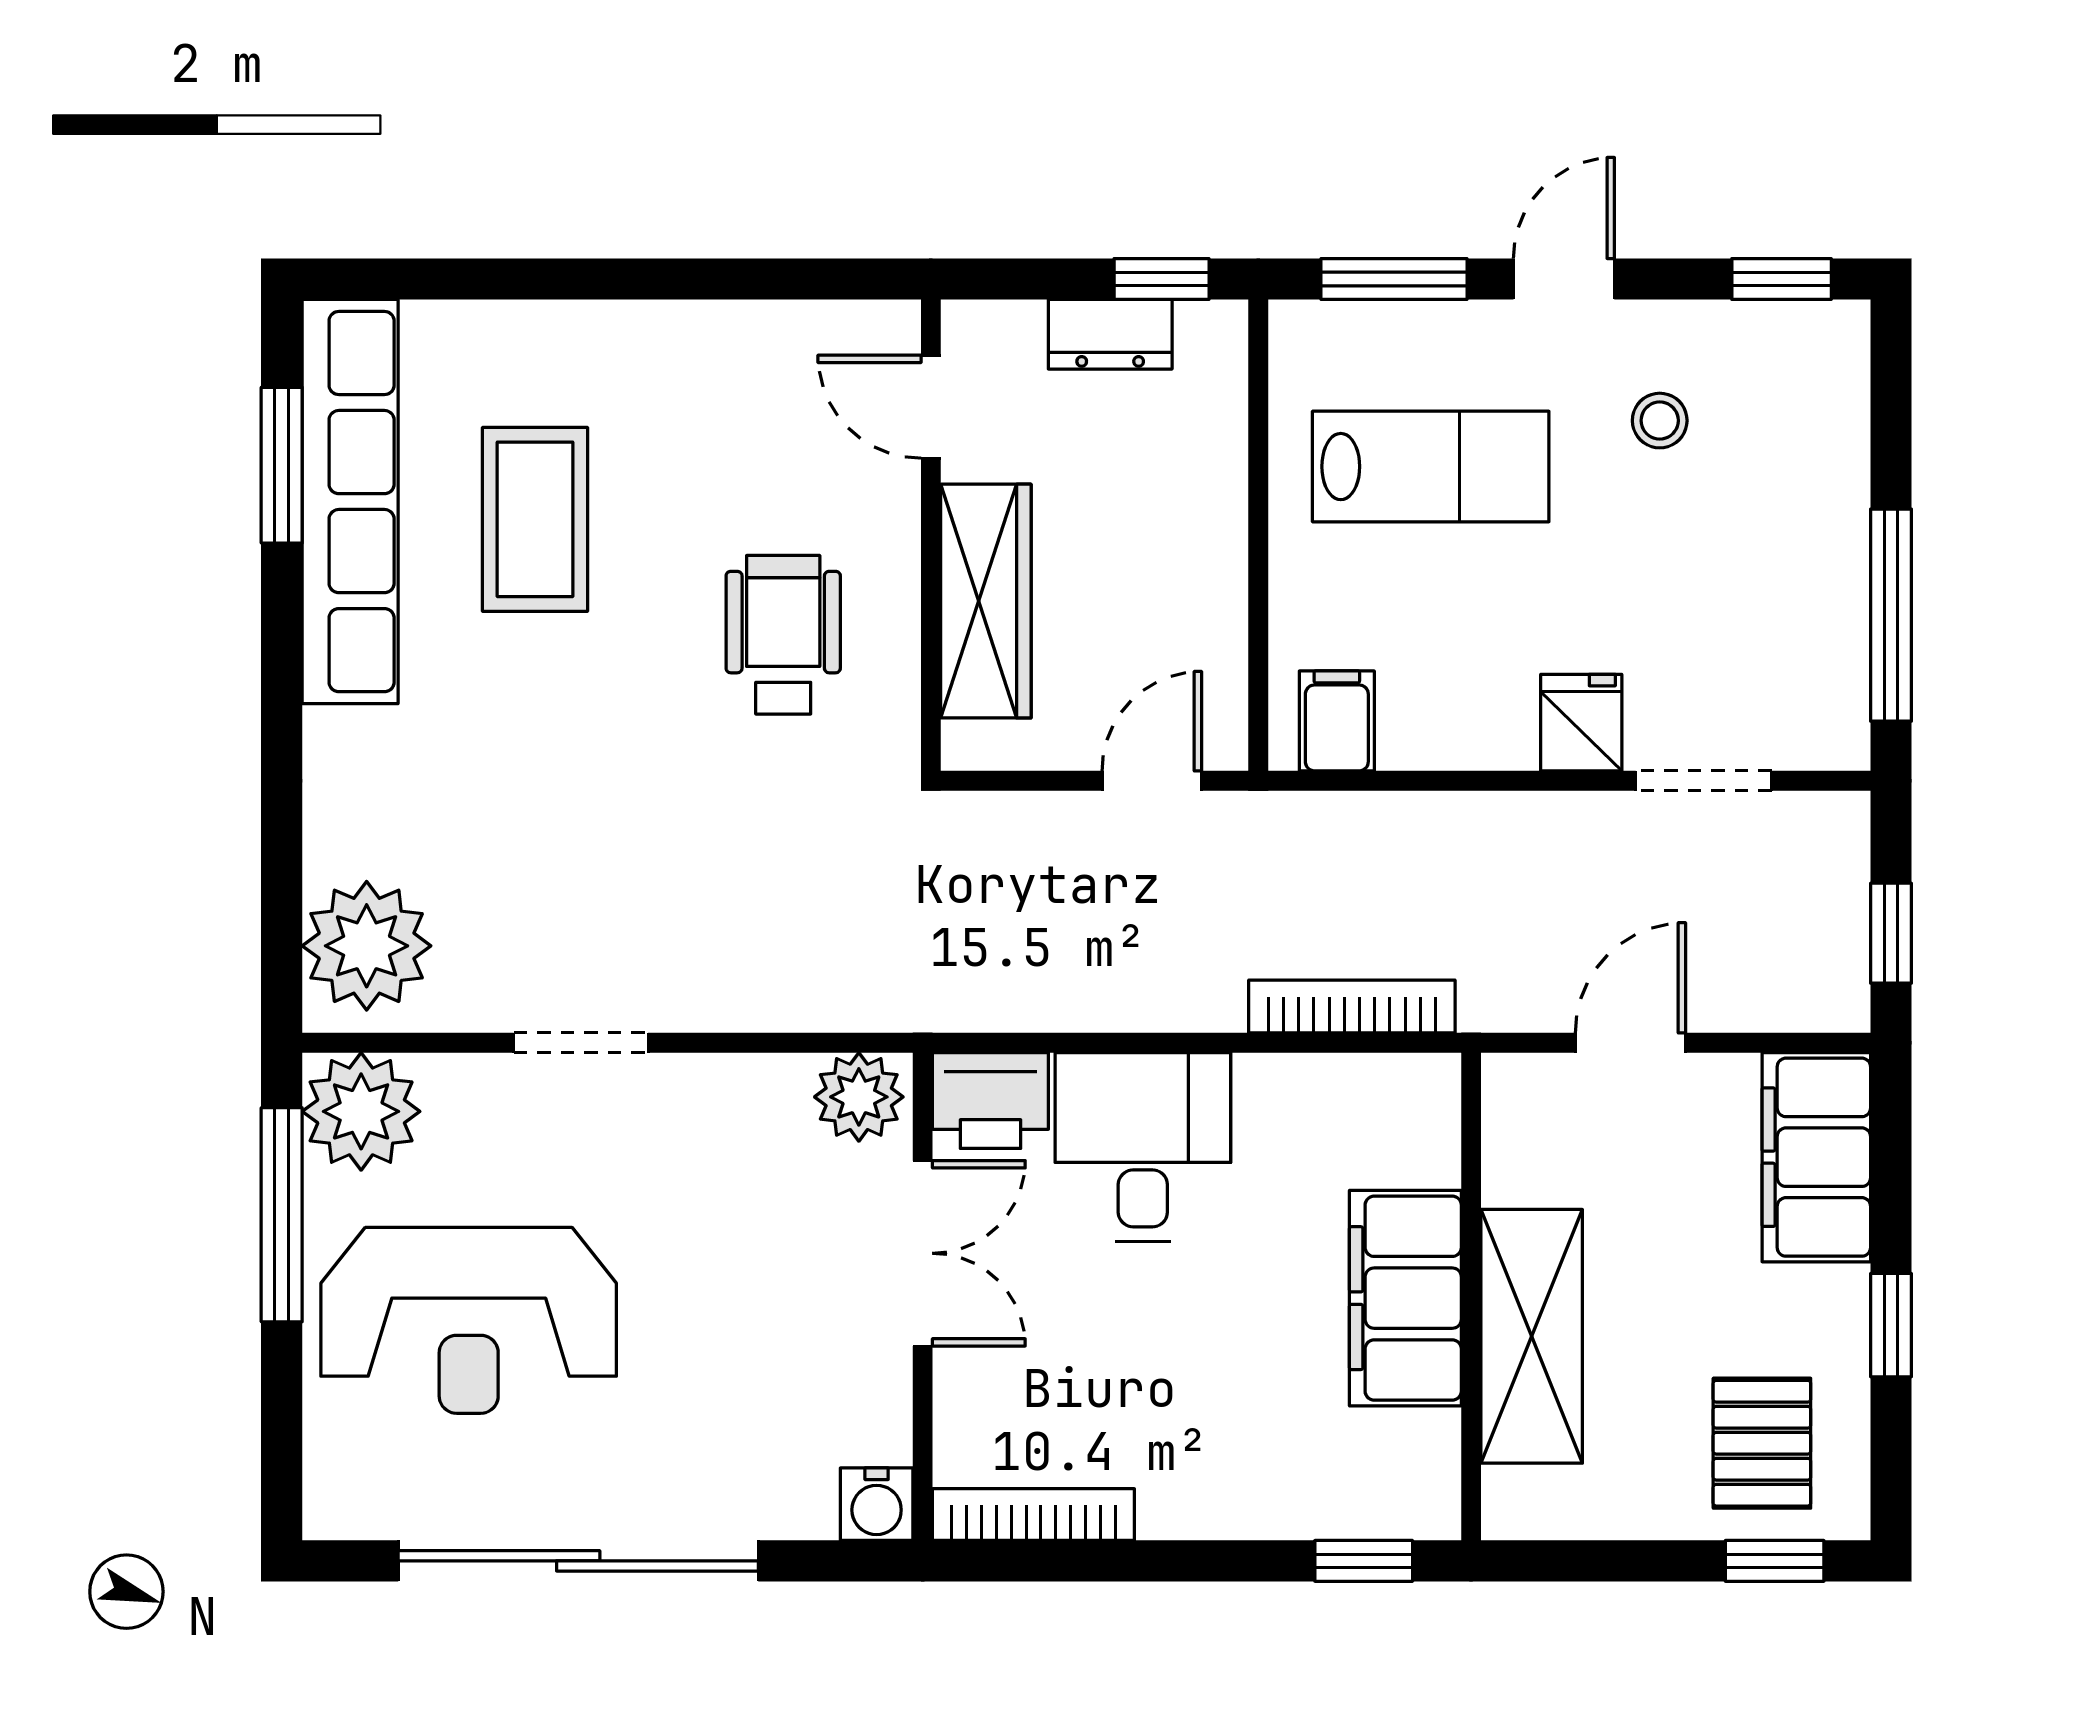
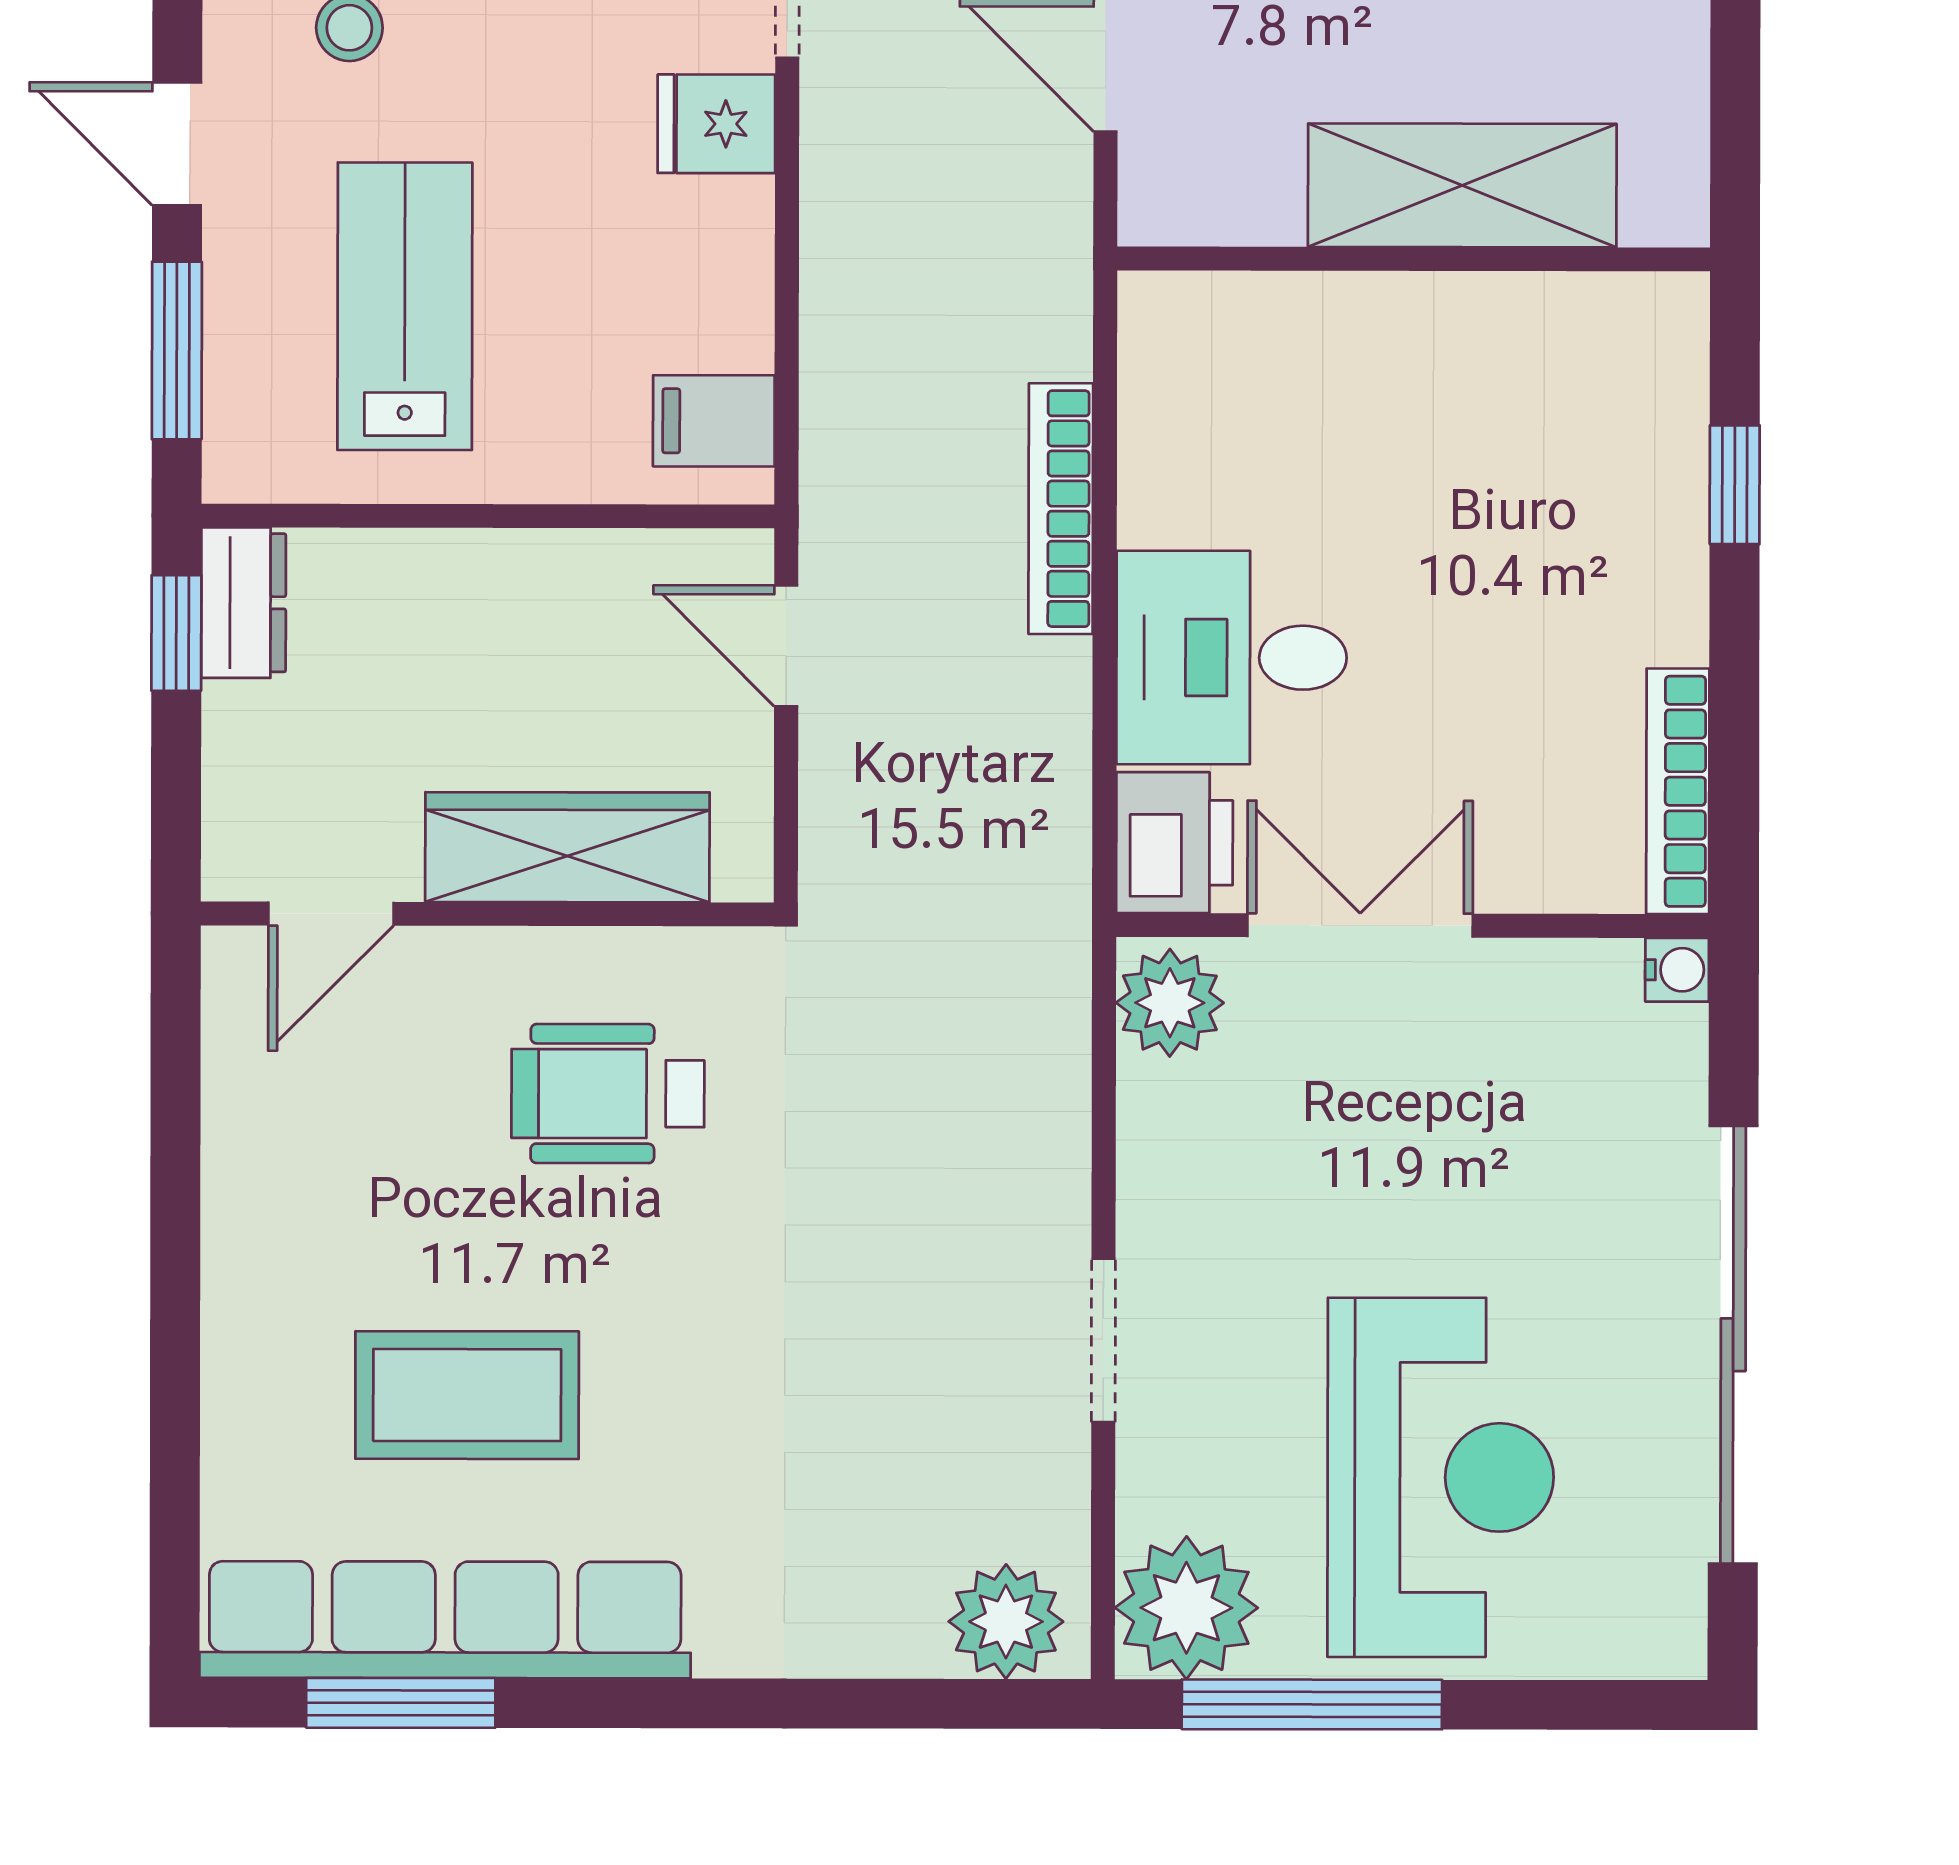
dresser: (1110, 334) -> (244, 603), moved
plant: (367, 946) -> (1006, 1622), width x0.73, depth x0.73
bookcase: (1352, 1006) -> (1061, 509), moved
filing cabinet: (1405, 1298) -> (1416, 339), removed
water cooler: (877, 1504) -> (1677, 970), width x0.72, depth x0.72
window: (1364, 1561) -> (1735, 485), moved

